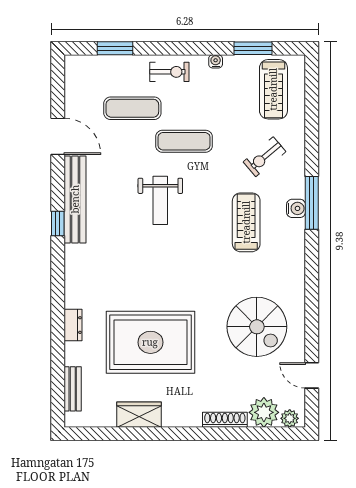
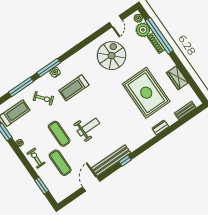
window: (312, 131) -> (21, 87), added
window: (234, 434) -> (159, 36), added

